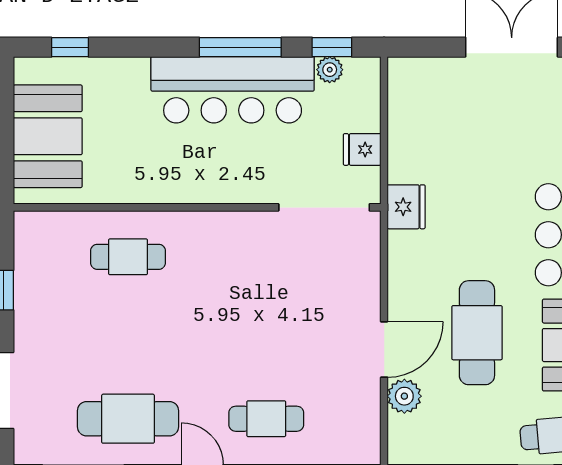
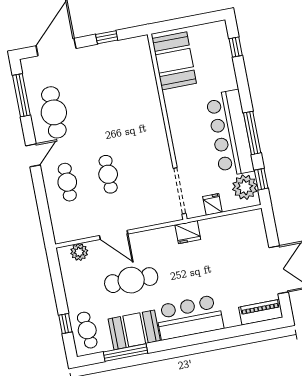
plant: (330, 70) -> (245, 187), width x1.87, depth x1.87
booth: (48, 136) -> (174, 61), moved, turned 90
cafe table: (128, 257) -> (108, 174), moved
plant: (404, 396) -> (79, 252), moved

